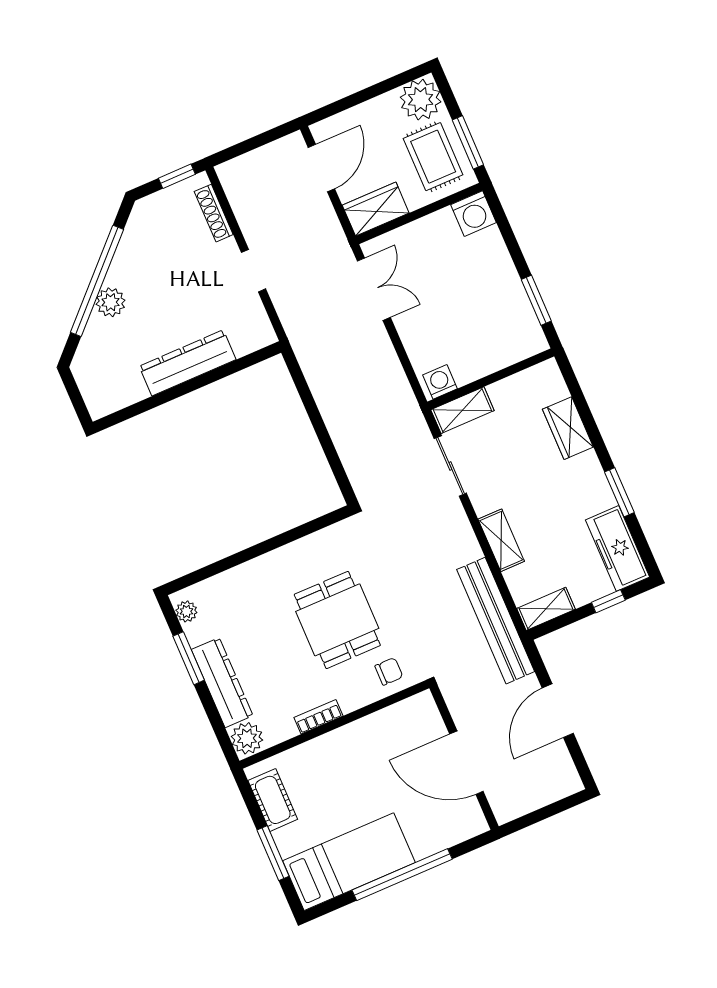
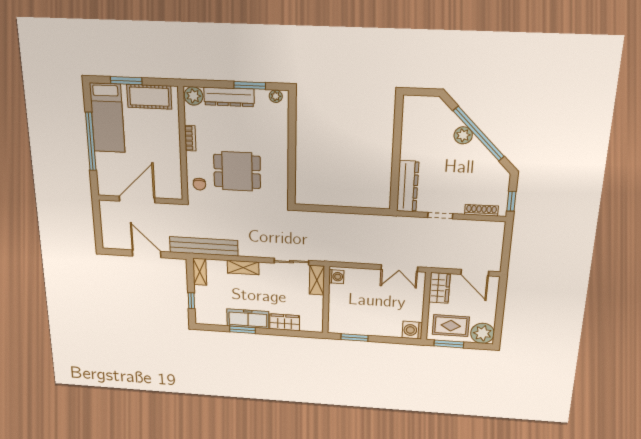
dresser: (188, 363) -> (408, 186), moved
freezer: (618, 548) -> (248, 319), moved
cot: (273, 800) -> (149, 97), width x1.37, depth x1.34

